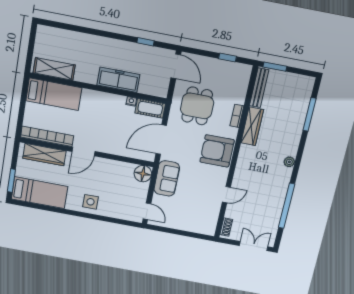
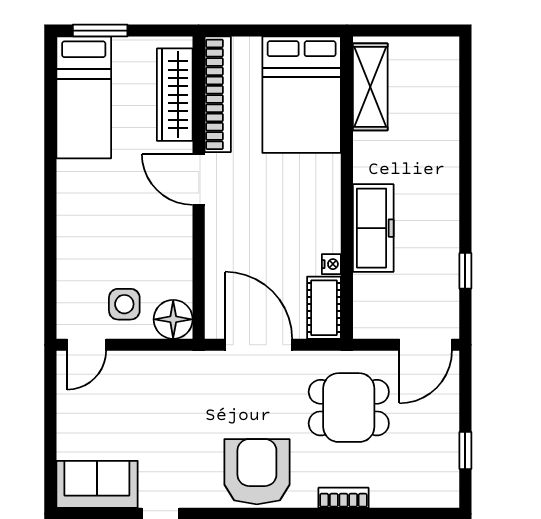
bed: (54, 94) -> (302, 95), width x1.50
sofa: (167, 178) -> (97, 484), moved, turned 180
side table: (91, 202) -> (124, 304), moved

